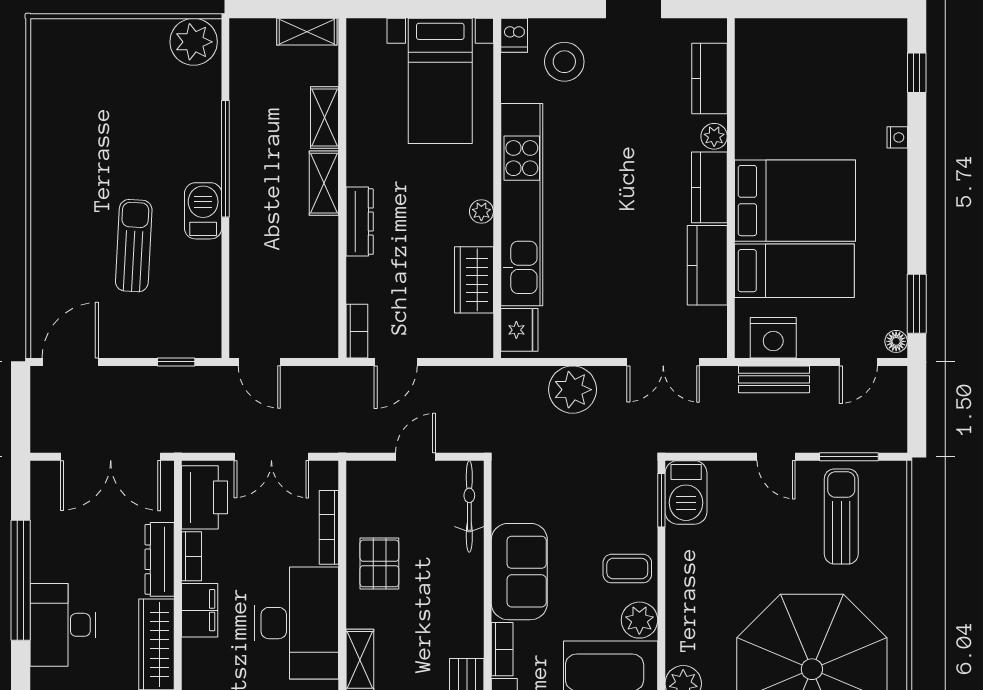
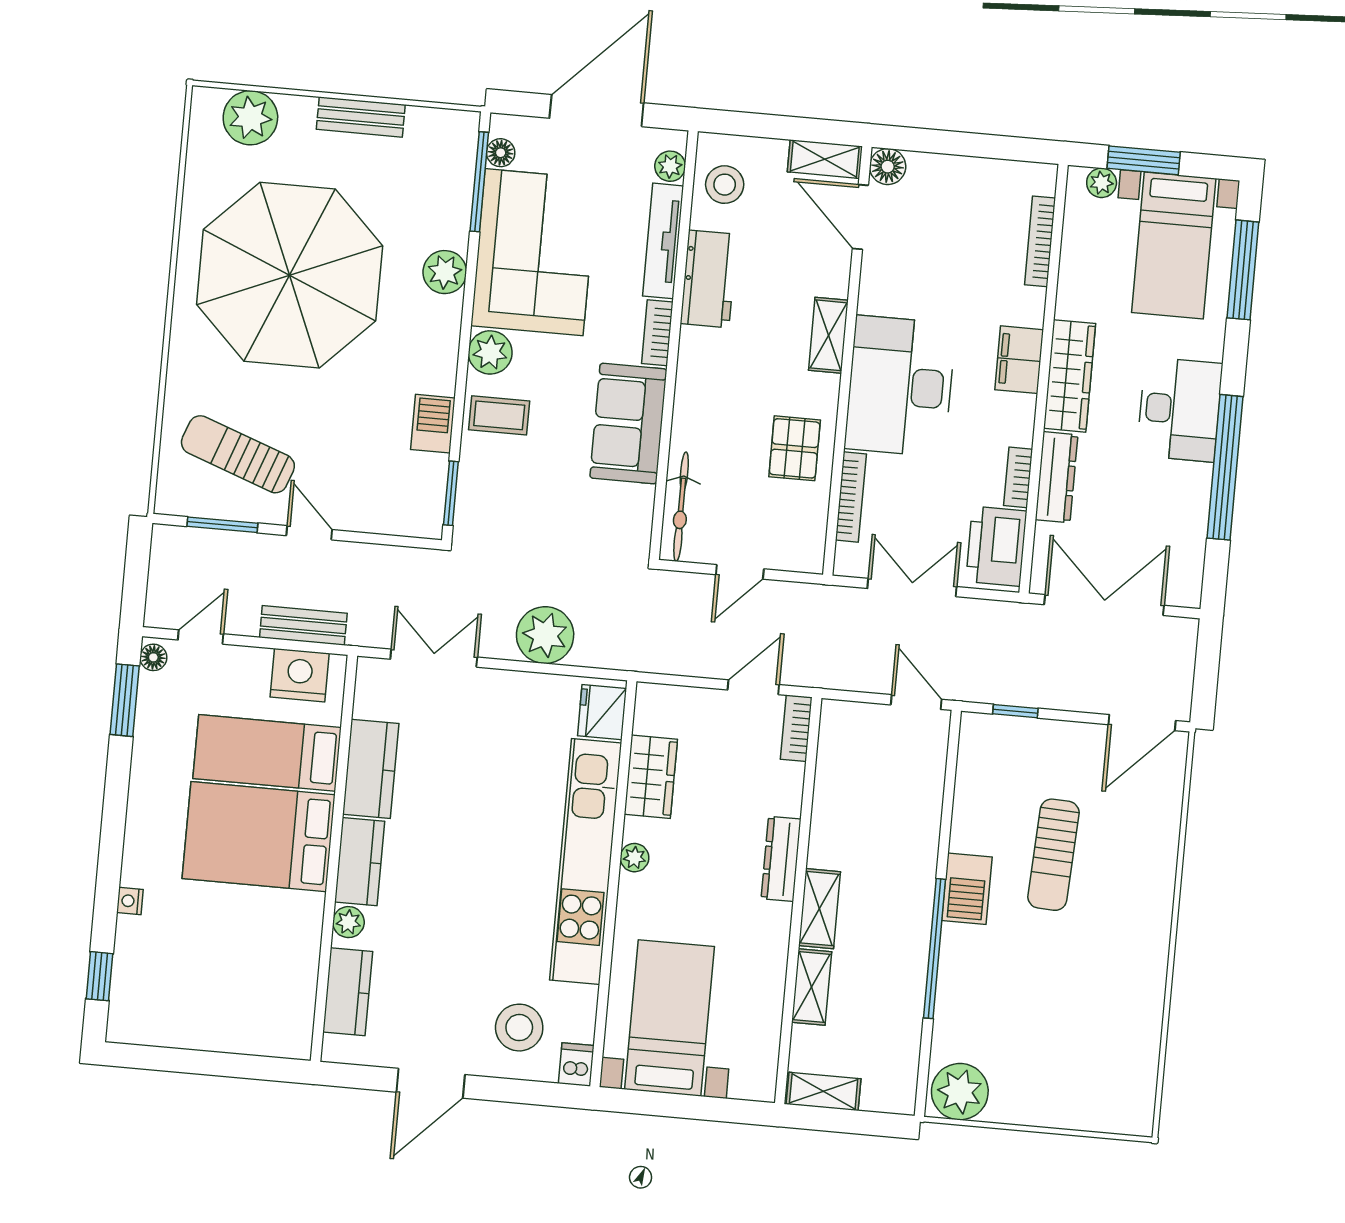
barbecue: (686, 492) -> (433, 424), moved, width x0.73, depth x0.79
sun lounger: (841, 516) -> (238, 454), turned 110
filing cabinet: (200, 610) -> (1019, 360), moved

